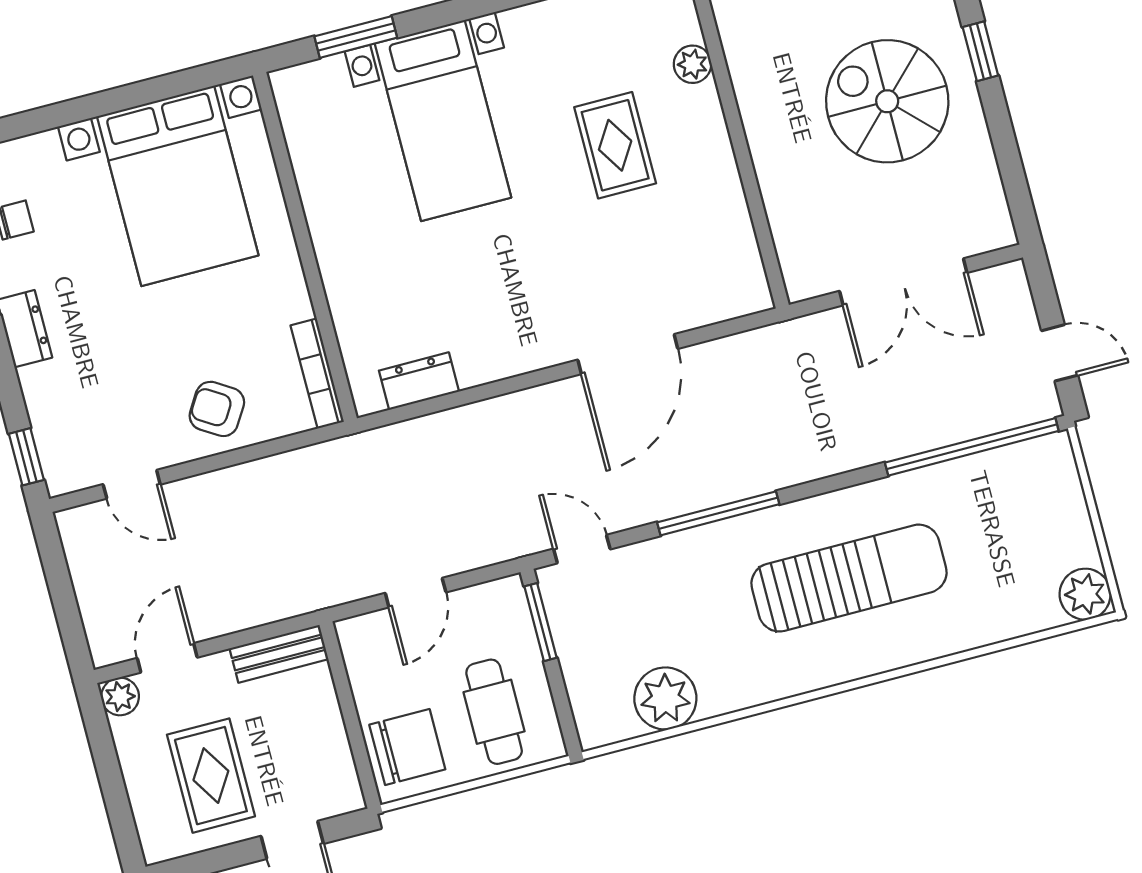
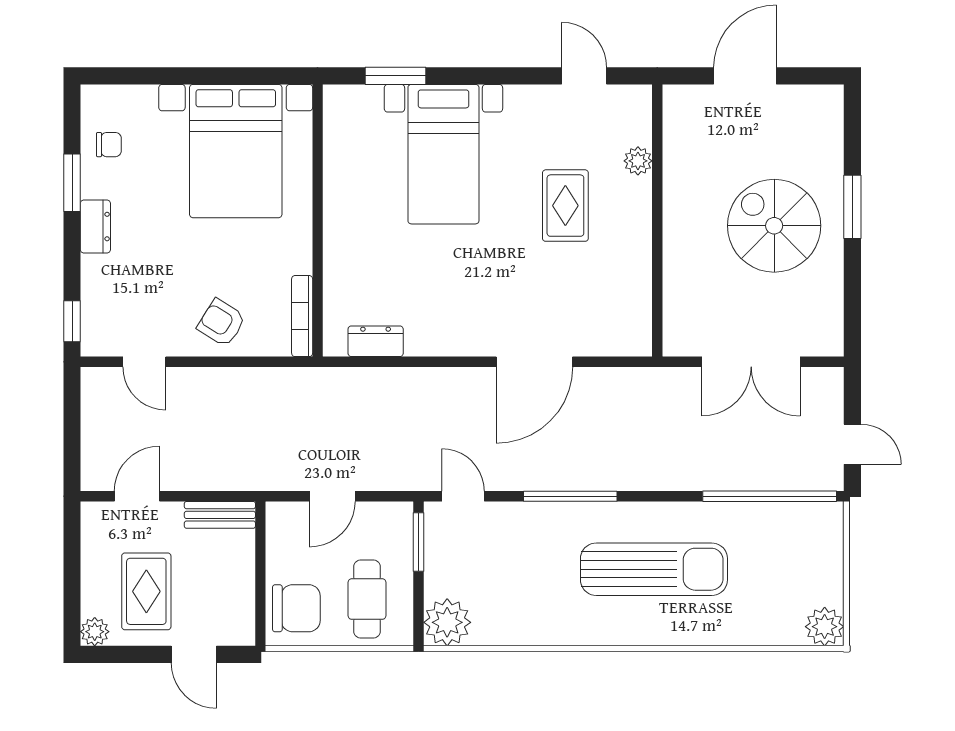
window: (980, 51) -> (852, 207), width x1.50
plant: (120, 696) -> (95, 632), moved
plant: (665, 698) -> (447, 622), moved

